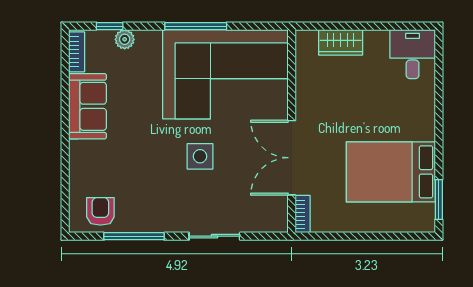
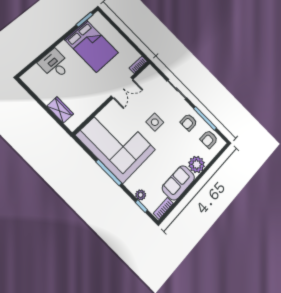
desk: (413, 54) -> (55, 64), moved, turned 90
plant: (85, 157) -> (197, 164), added
double door: (292, 158) -> (122, 88), width x0.73
armchair: (152, 206) -> (189, 122), added

